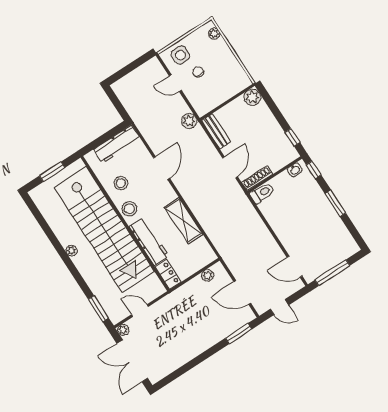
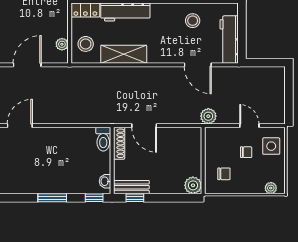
chair: (227, 78) -> (224, 174), added
door: (175, 83) -> (249, 126), hinge flipped
bench: (216, 131) -> (131, 187), moved
door: (161, 168) -> (198, 65), moved
stool: (129, 209) -> (86, 44), moved

